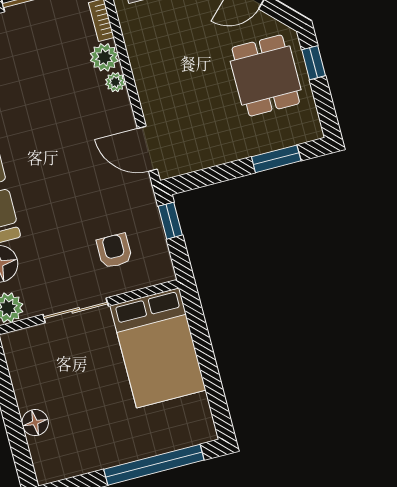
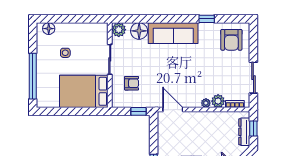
door: (147, 149) -> (173, 110), hinge flipped
side table: (86, 408) -> (65, 53), added
floor lamp: (35, 423) -> (49, 29), moved

